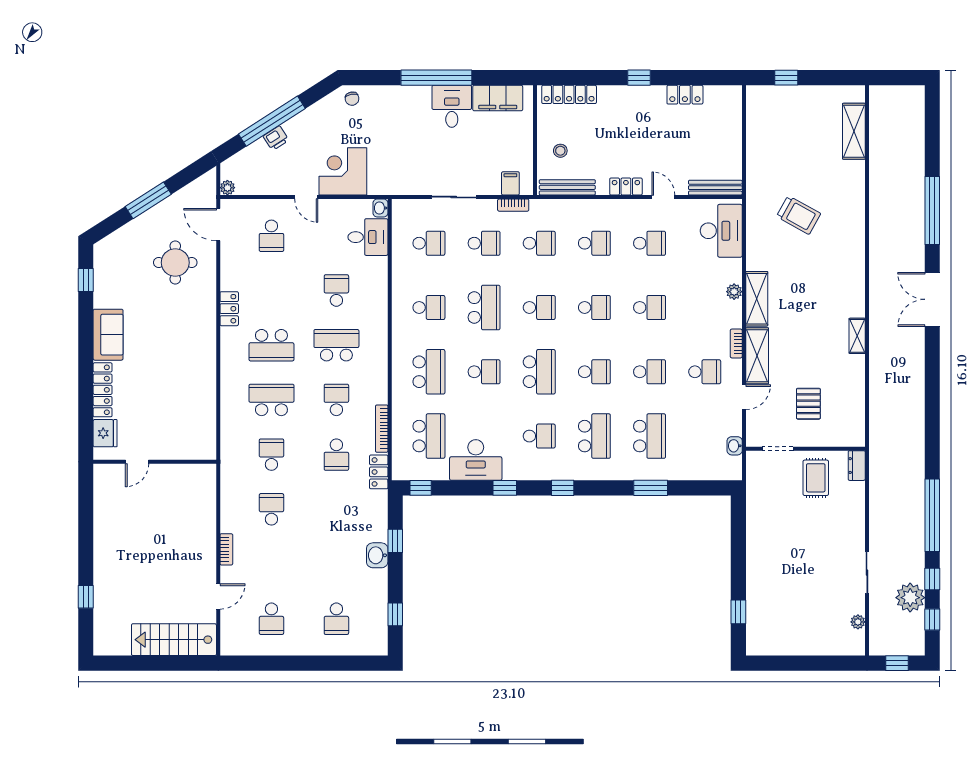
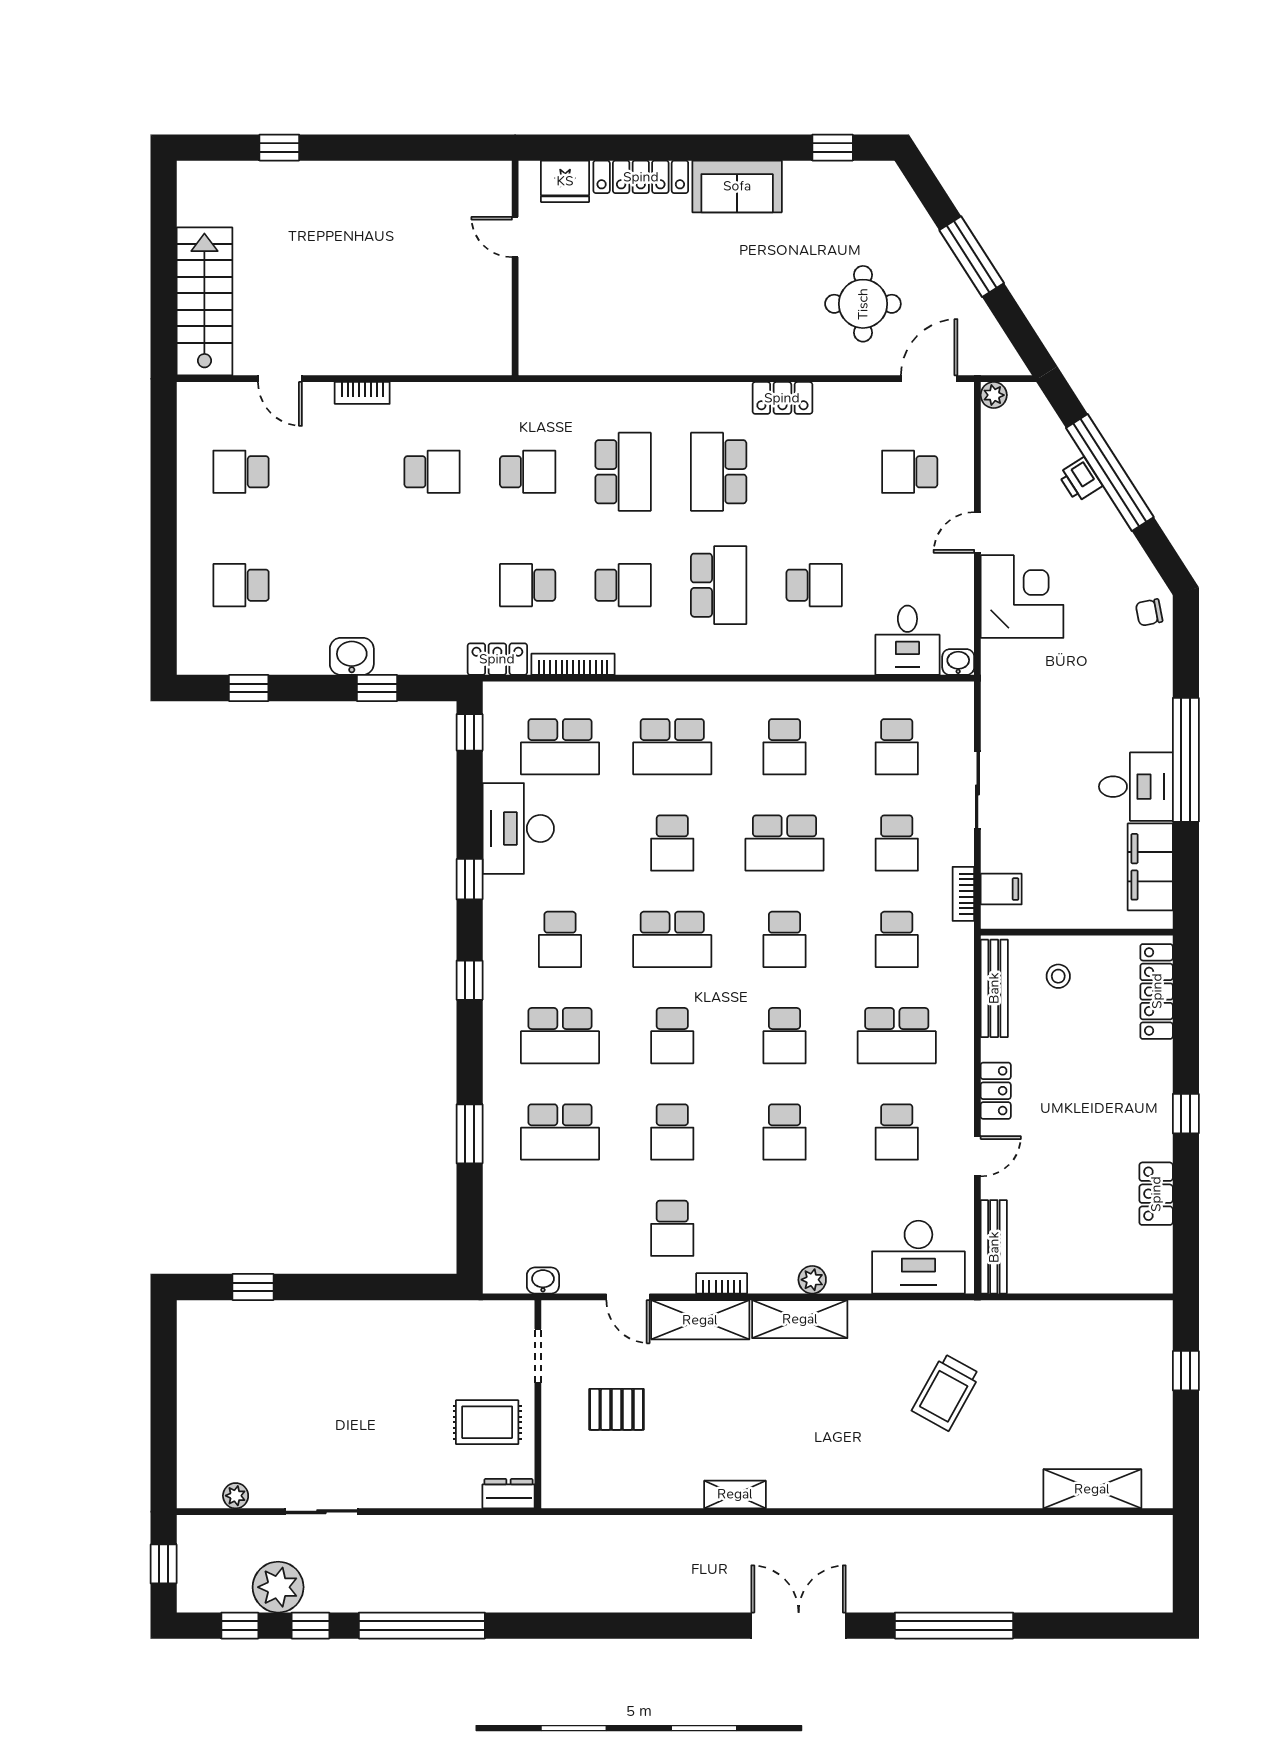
school desk: (594, 243) -> (897, 1036), width x1.85

